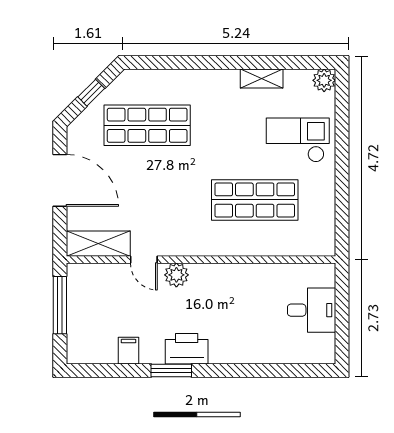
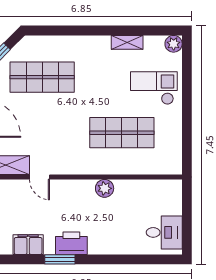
plant: (176, 275) -> (105, 188), moved
desk: (312, 310) -> (164, 232), moved
filing cabinet: (128, 351) -> (28, 245), width x2.00

